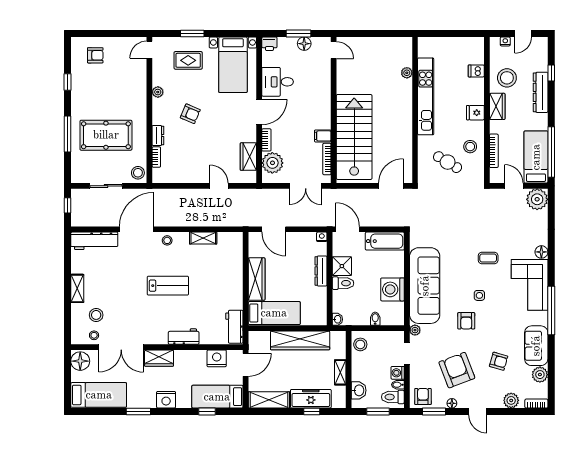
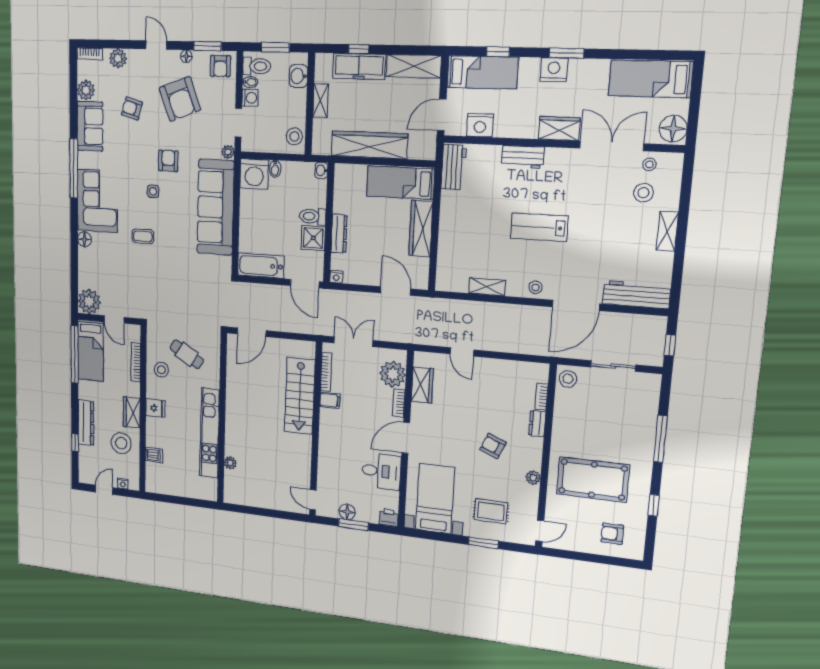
pool table: (106, 135) -> (593, 480), moved
stairs: (354, 137) -> (300, 396), width x0.73, depth x0.66
washing machine: (393, 289) -> (254, 174), moved, turned 90
window: (138, 411) -> (567, 53), moved

